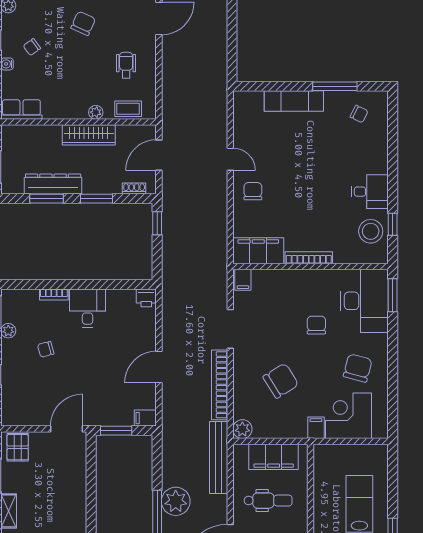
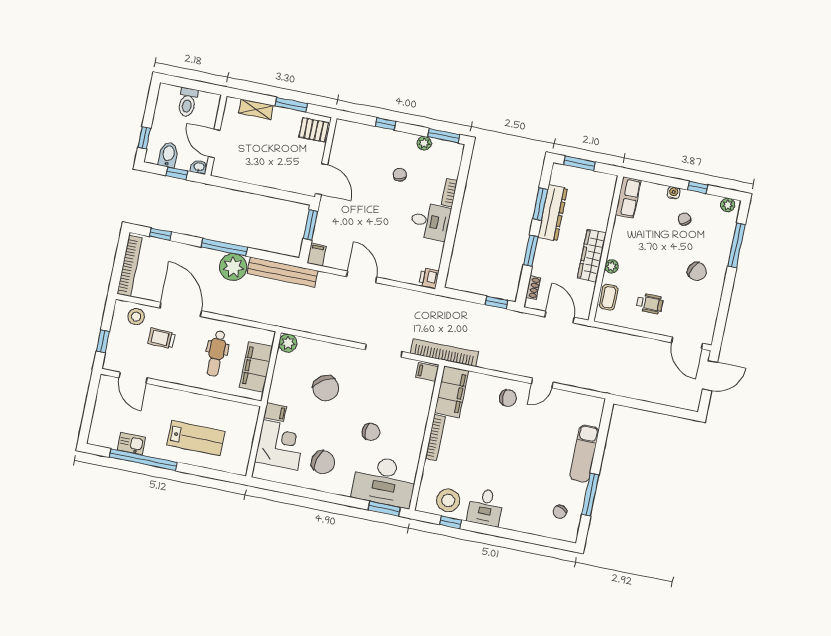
bookcase: (220, 385) -> (445, 353), moved
bench: (219, 457) -> (283, 272), moved

